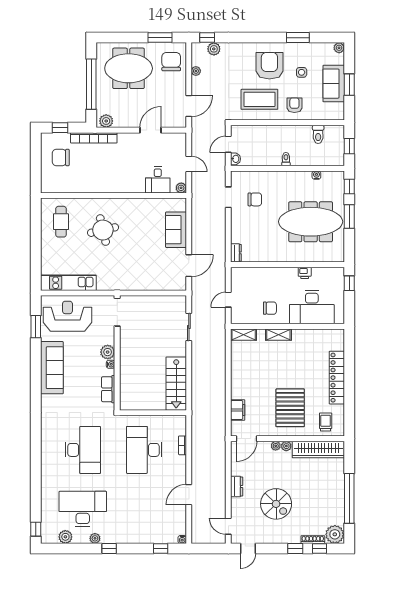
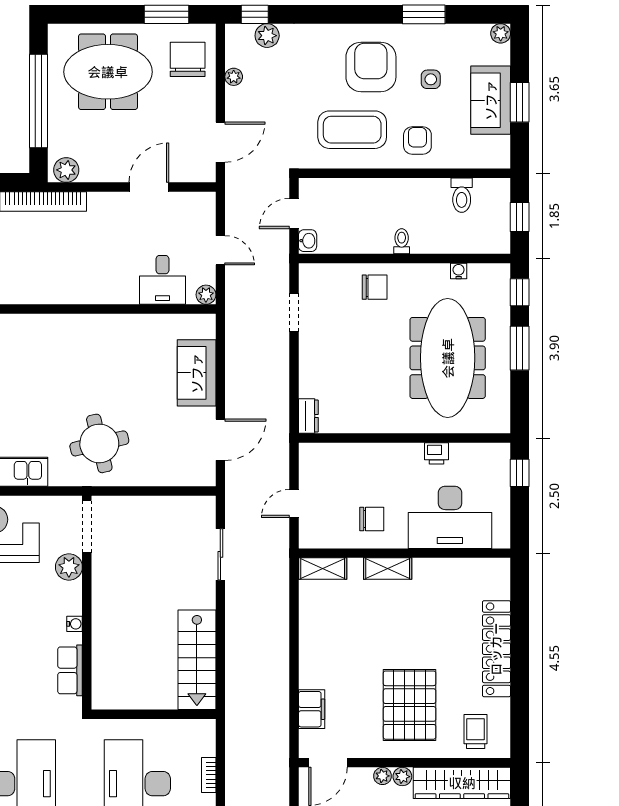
chair: (255, 199) -> (375, 287), moved
meeting table: (311, 222) -> (448, 358), turned 90
round table: (103, 230) -> (99, 443), moved
plant: (108, 352) -> (69, 567), moved

